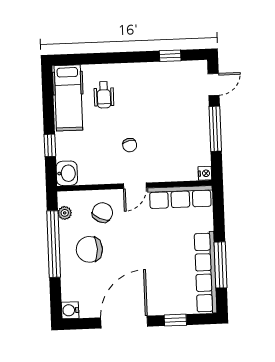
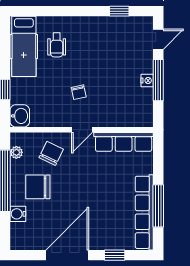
nightstand: (205, 173) -> (147, 80), moved
water cooler: (70, 310) -> (18, 214), moved

